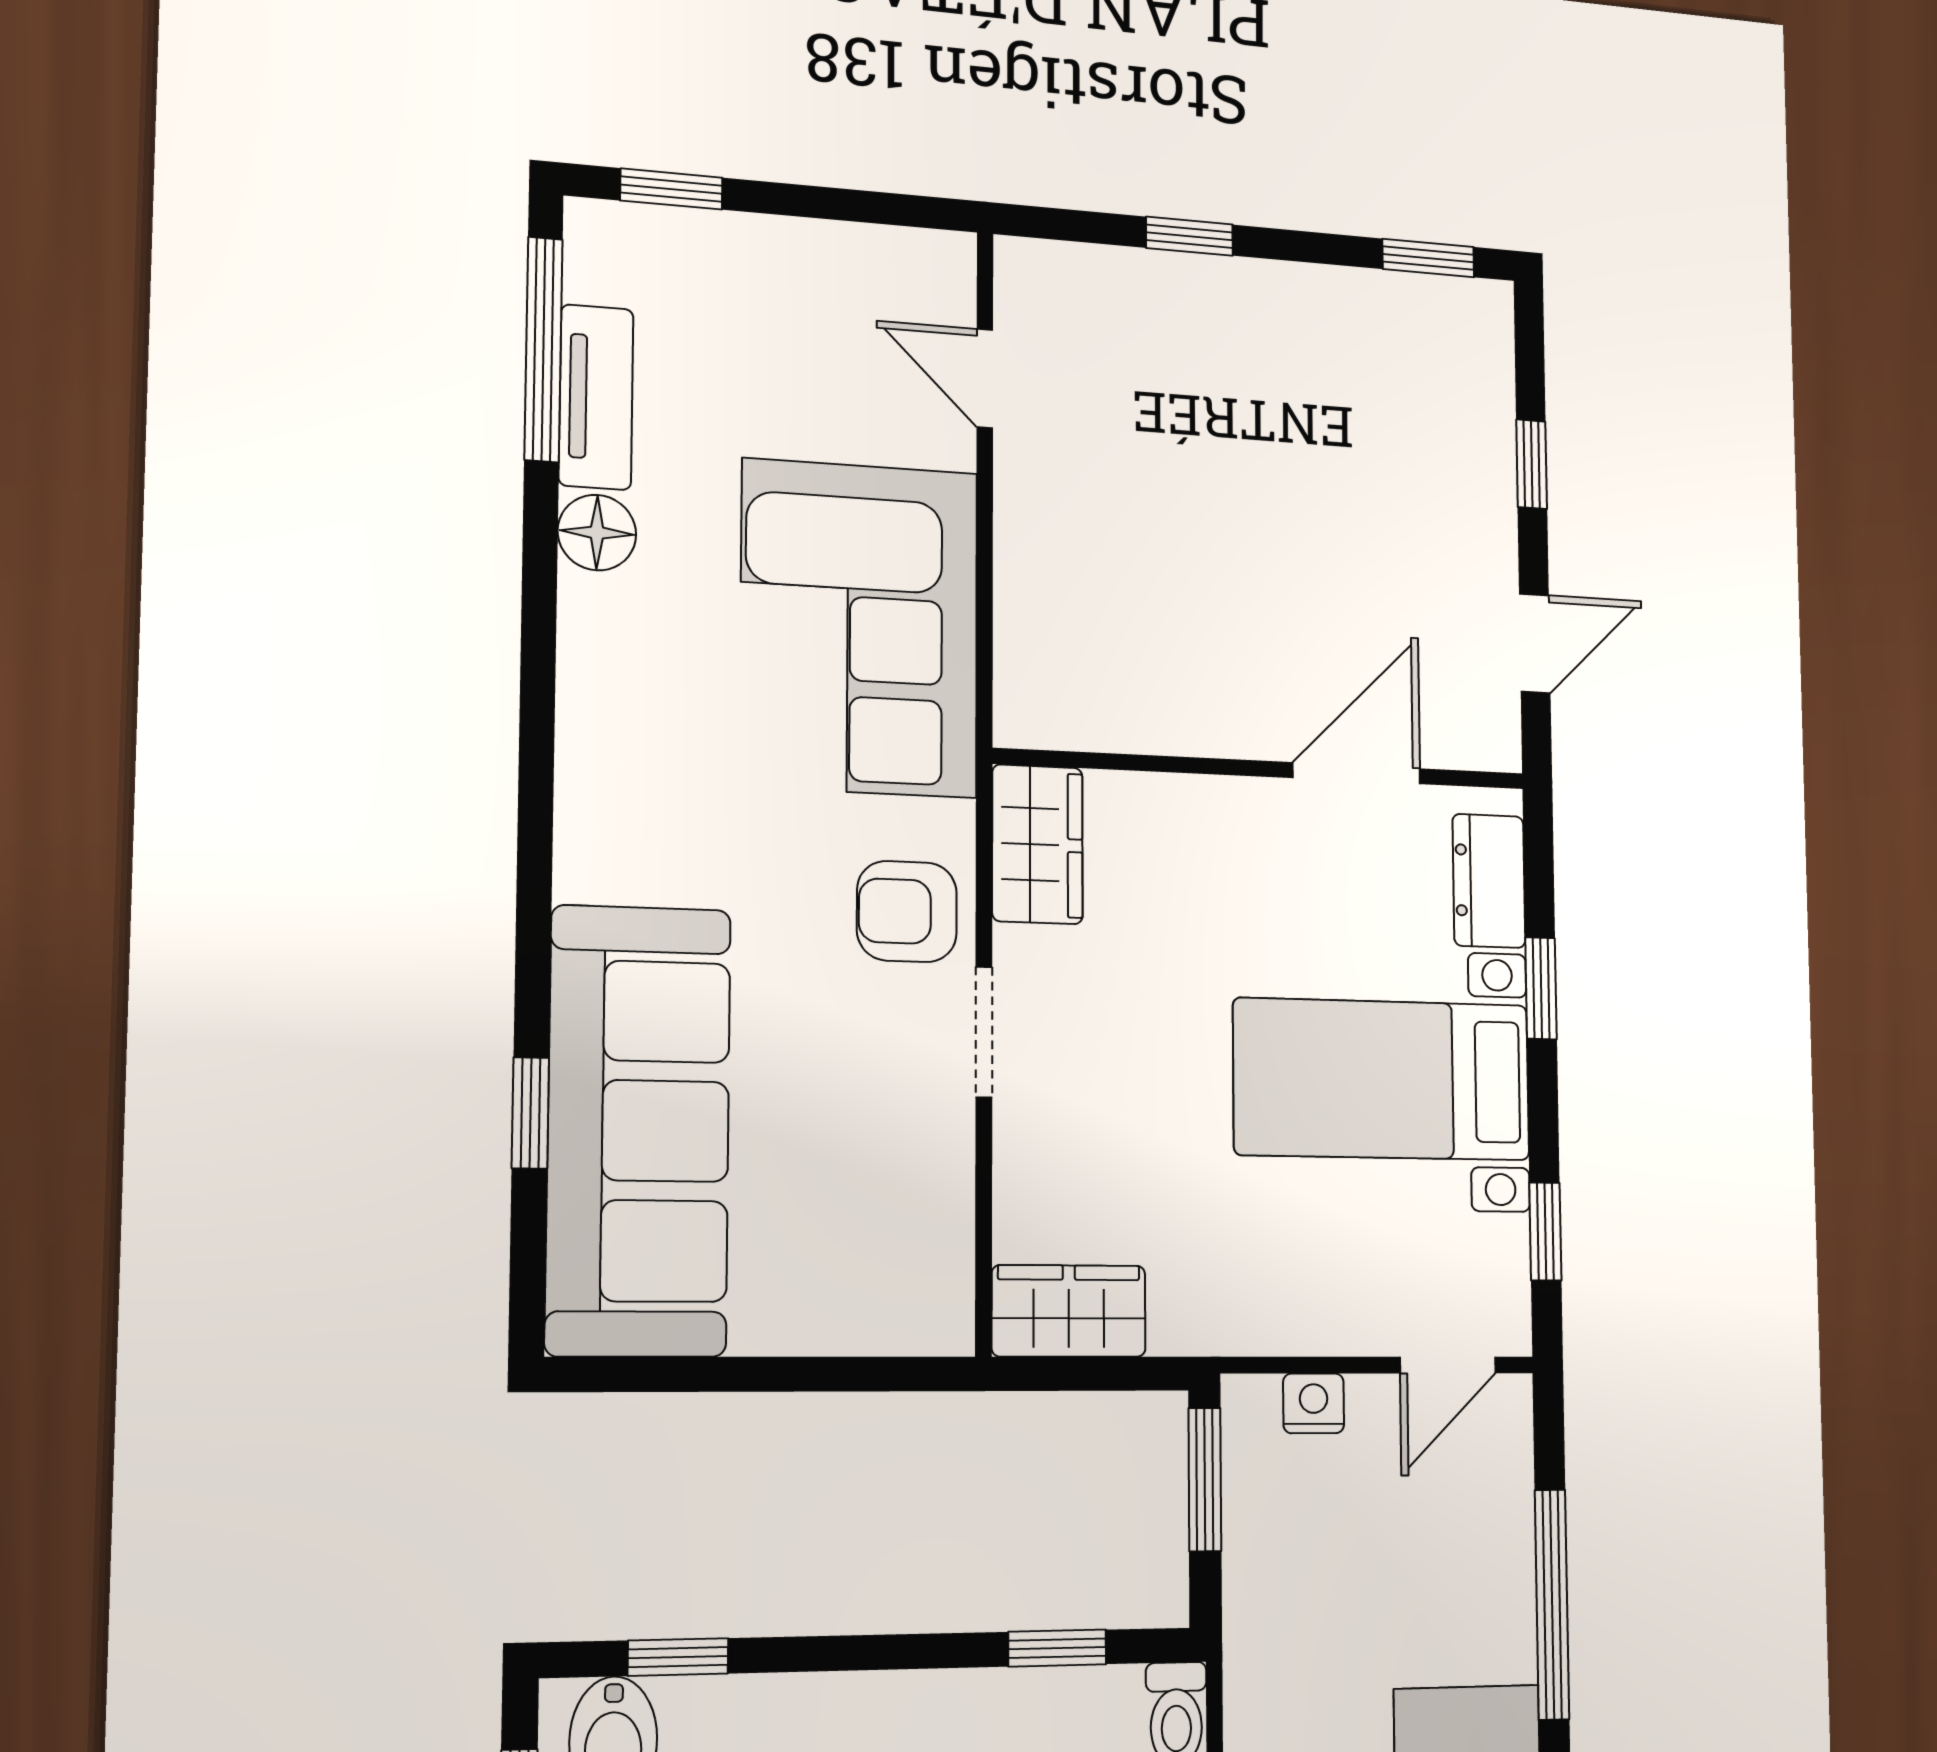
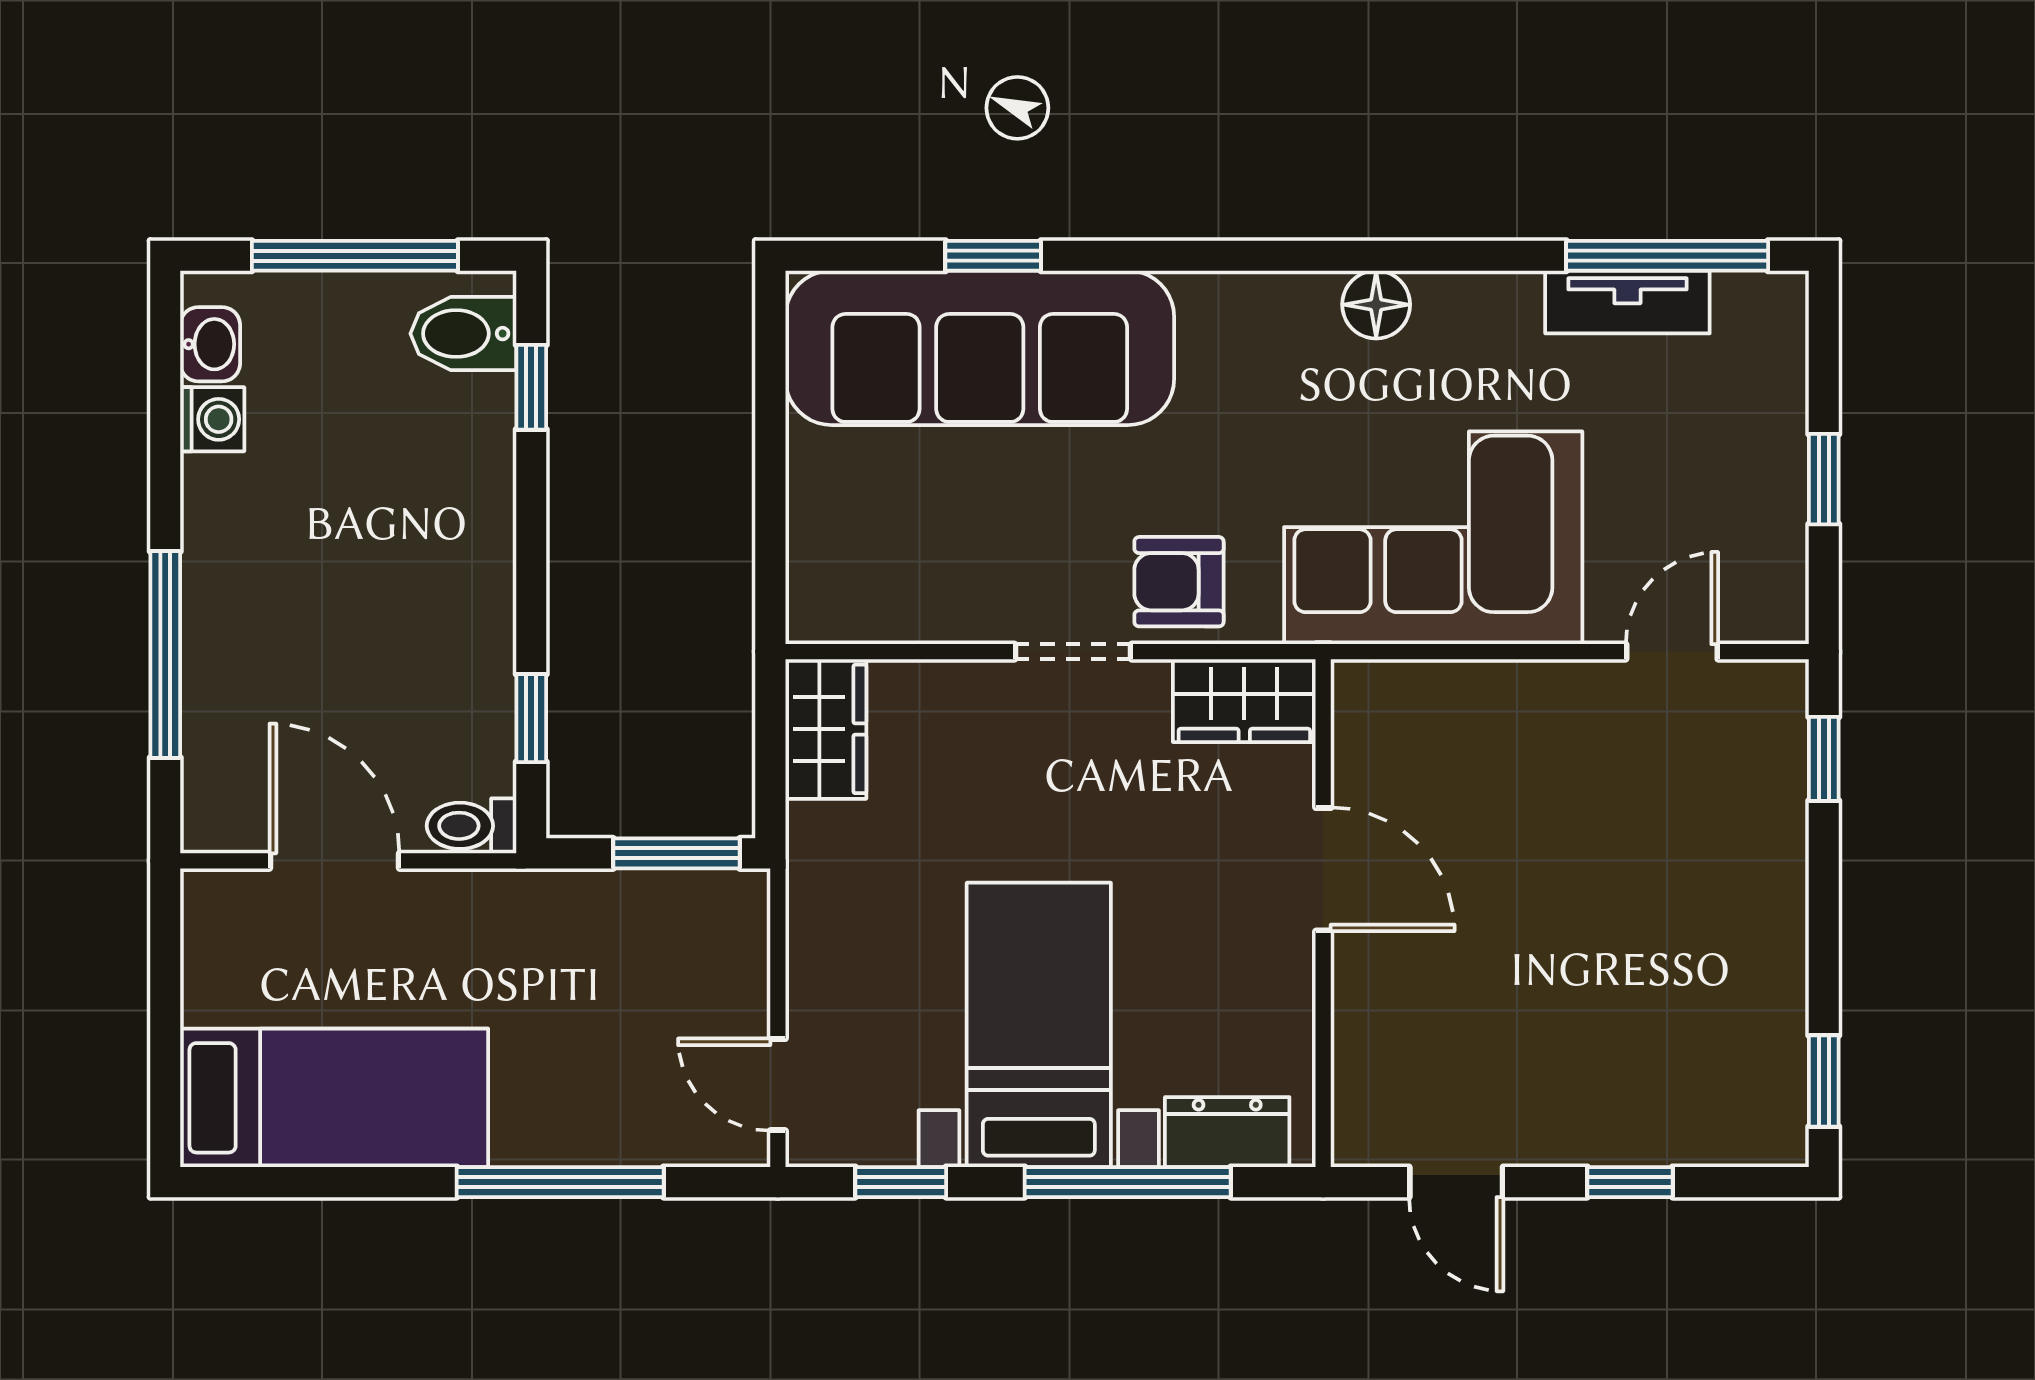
window: (671, 189) -> (1824, 479), moved
window: (1189, 236) -> (1824, 759), moved
floor lamp: (597, 533) -> (1376, 305), moved
door: (1357, 773) -> (1323, 869), moved
armchair: (907, 911) -> (1179, 582), turned -90
window: (1541, 988) -> (1128, 1182), width x2.17
nightstand: (1314, 1403) -> (744, 956), removed

